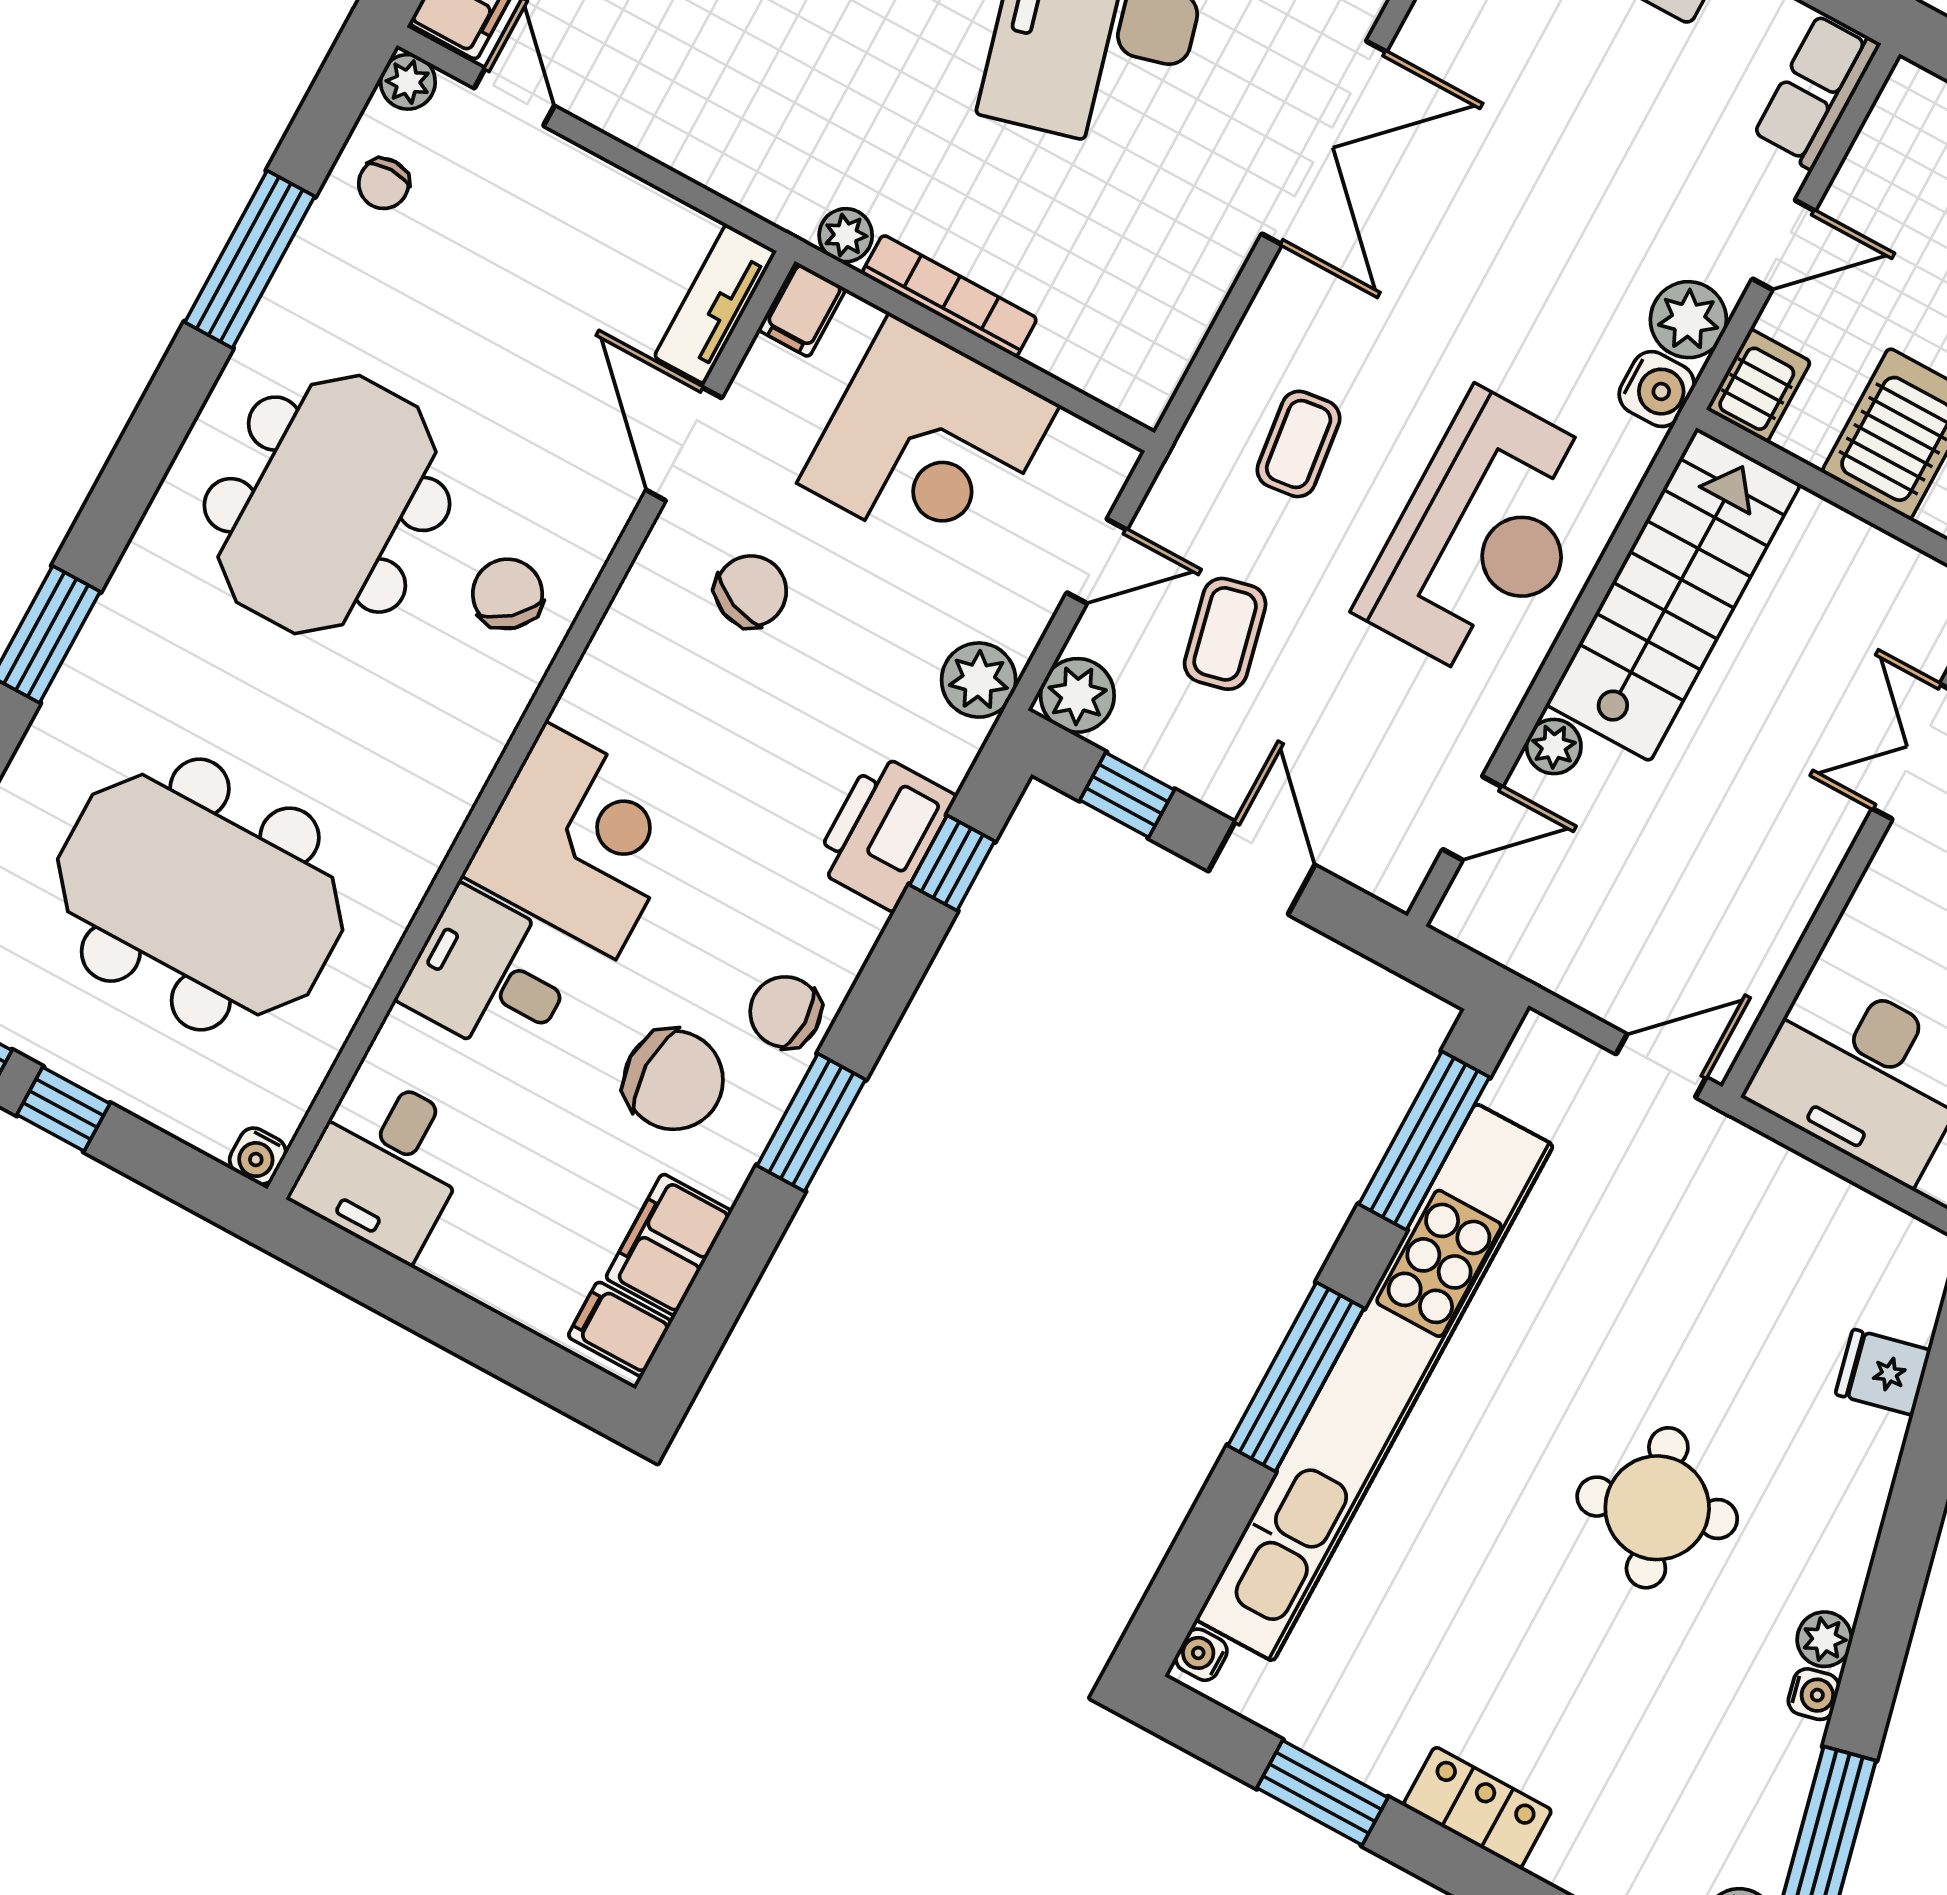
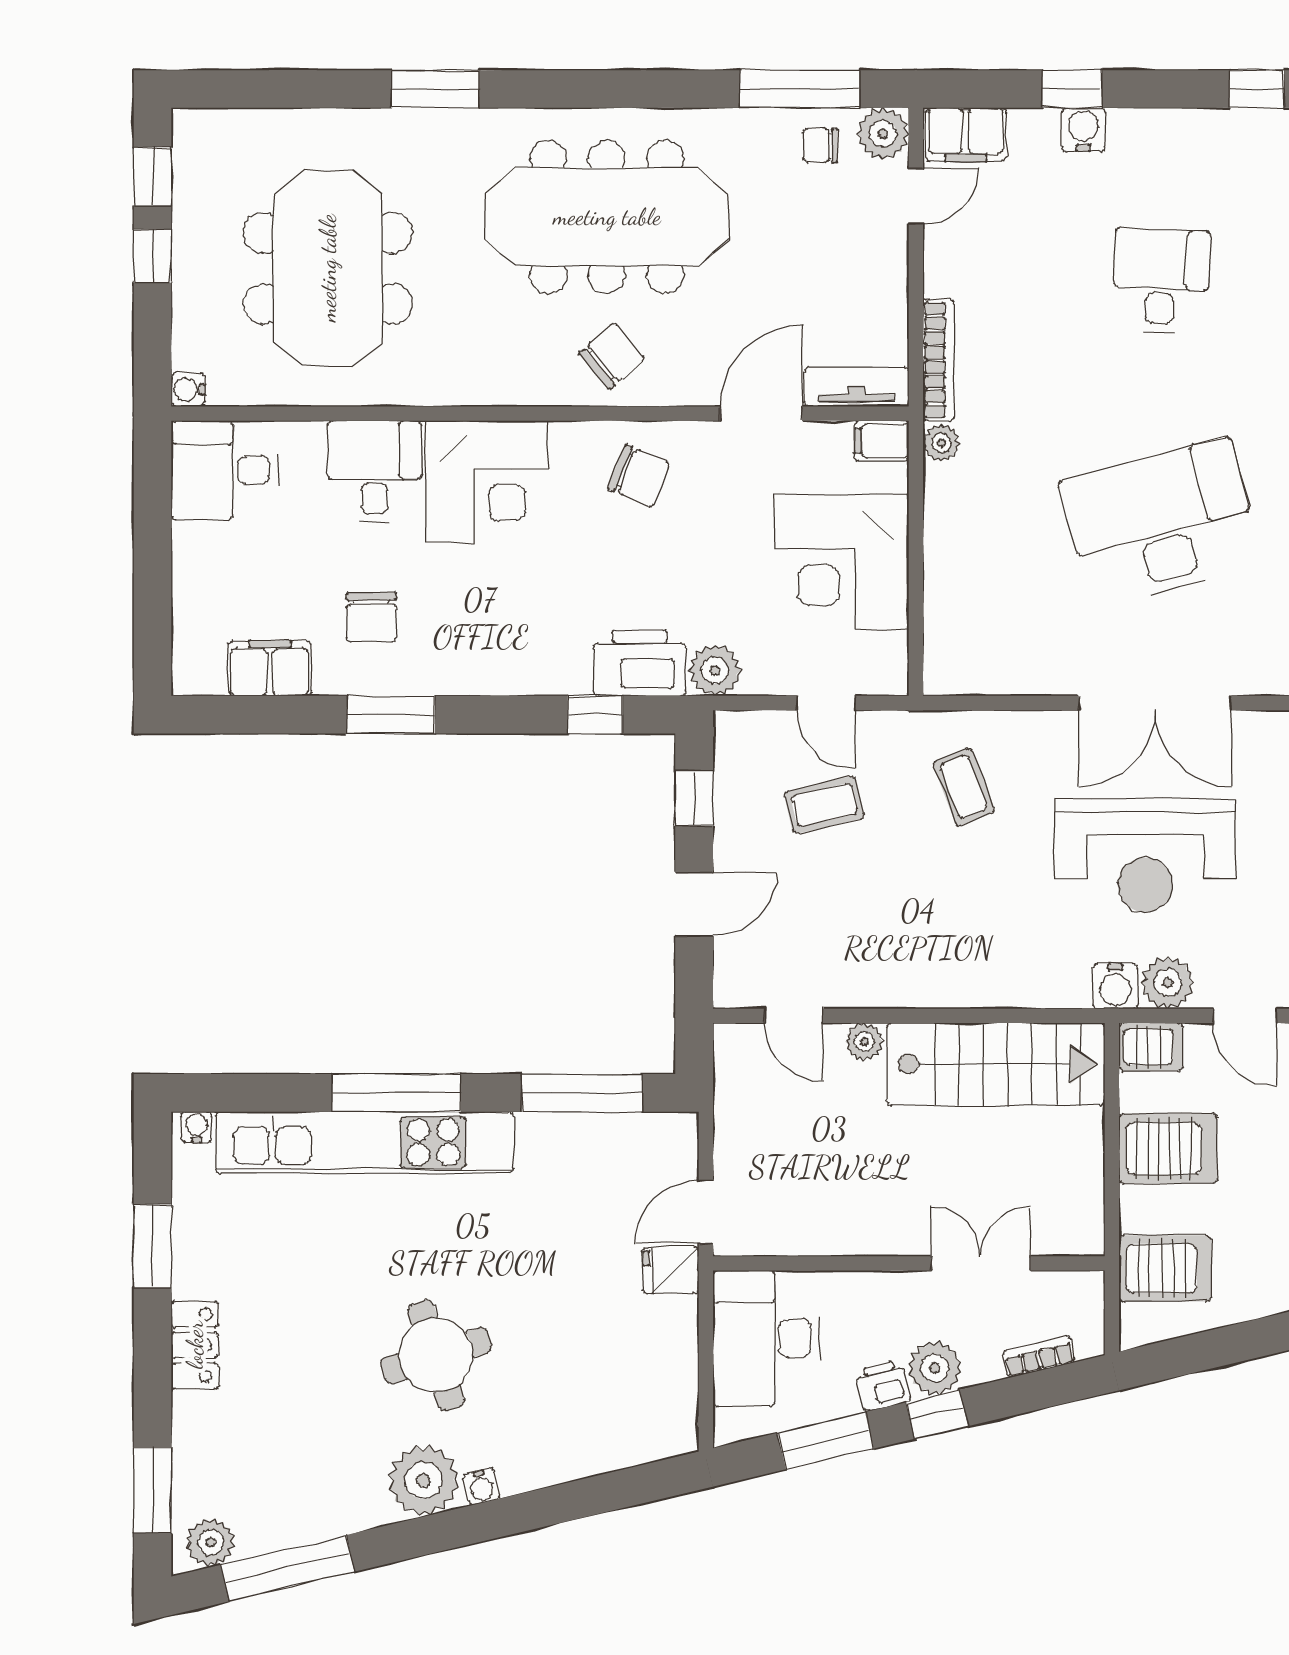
plant: (408, 82) -> (883, 134), width x1.38, depth x1.38
window: (250, 259) -> (800, 89), moved
bookcase: (949, 296) -> (938, 360), moved
coffee table: (1299, 444) -> (964, 787), turned 76
meeting table: (327, 505) -> (607, 217), width x1.36
reception desk: (1484, 536) -> (1145, 855), moved
chair: (751, 591) -> (639, 476), moved
plant: (1077, 695) -> (738, 735), removed
printer: (884, 832) -> (640, 663), moved
chair: (785, 1012) -> (450, 662), removed
door: (1661, 1066) -> (706, 1212), swing flipped
chair: (674, 1080) -> (371, 617), width x0.73, depth x0.73
filing cabinet: (620, 1329) -> (202, 666), removed
fridge: (1883, 1372) -> (671, 1270), moved, turned -77
kitchen unit: (1374, 1382) -> (365, 1142), width x0.73
plant: (1824, 1639) -> (424, 1480), width x1.88, depth x1.88
water cooler: (1814, 1694) -> (482, 1487), moved

